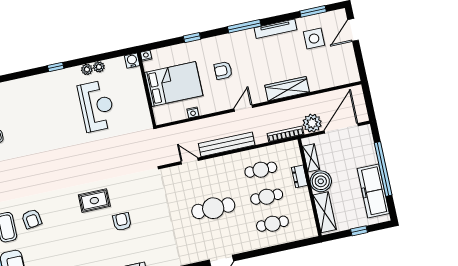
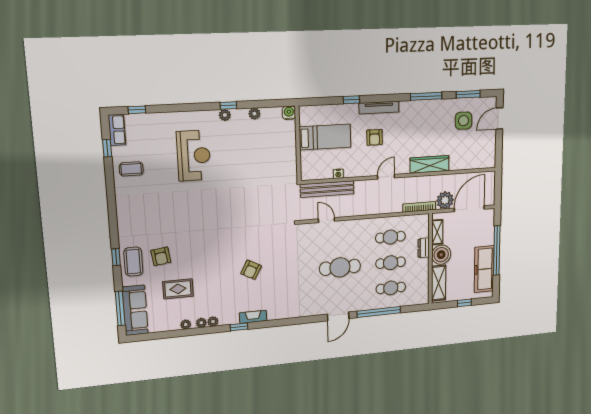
window: (244, 26) -> (426, 96), moved
tv unit: (276, 29) -> (379, 107), moved
nightstand: (146, 56) -> (303, 110), removed
window: (56, 67) -> (228, 105), moved
plant: (87, 69) -> (225, 115), moved
armchair: (223, 71) -> (375, 137), turned -90
bed: (174, 84) -> (325, 137), width x0.67
reception desk: (97, 106) -> (194, 156), moved
bench: (227, 144) -> (327, 189), moved
rug: (94, 201) -> (178, 289), moved
armchair: (122, 222) -> (251, 270), turned -152
window: (265, 251) -> (379, 312), added

